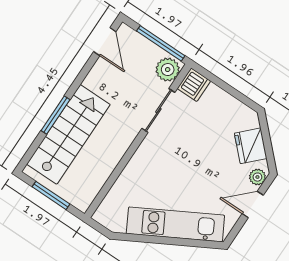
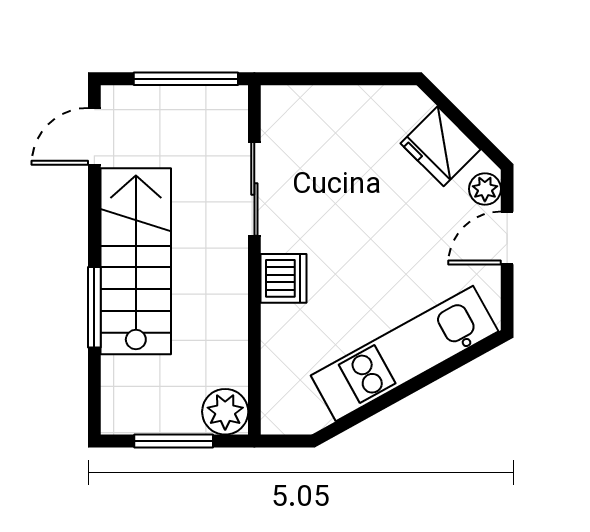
door: (105, 42) -> (94, 136), swing flipped
plant: (168, 70) -> (225, 412), moved
dishwasher: (194, 85) -> (284, 278), moved
stairs: (68, 134) -> (136, 261), moved

